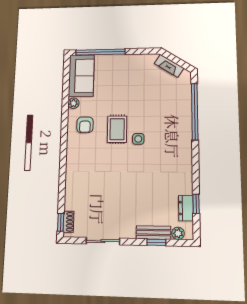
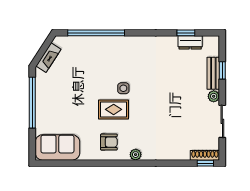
window: (100, 52) -> (32, 103), moved
plant: (73, 103) -> (136, 155), moved
shoe rack: (69, 222) -> (205, 155), width x1.43
plant: (178, 233) -> (214, 96), moved

